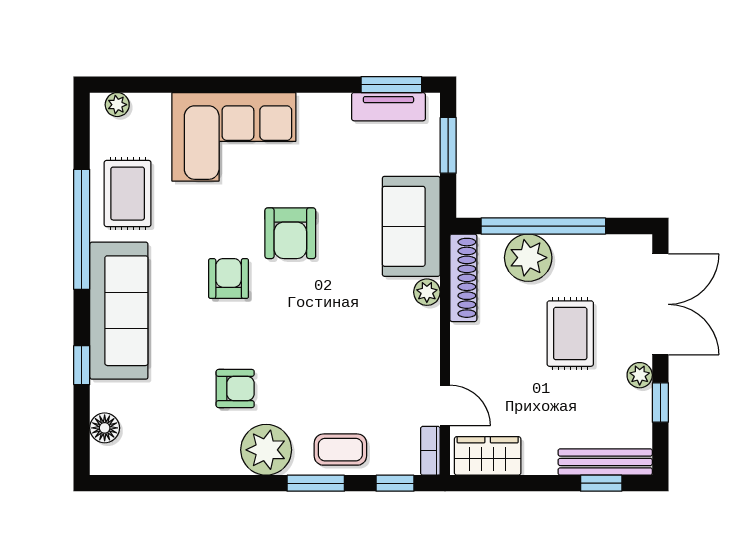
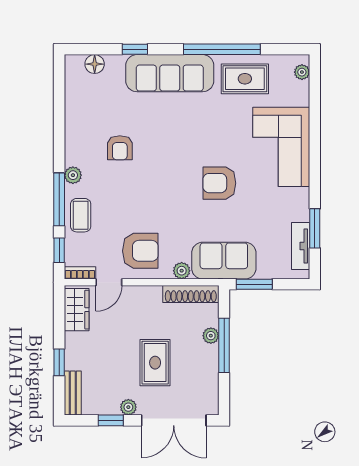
window: (391, 85) -> (315, 228), moved
window: (448, 145) -> (254, 284), moved
window: (543, 226) -> (224, 345), width x0.68
plant: (528, 258) -> (211, 336), width x0.53, depth x0.53
armchair: (229, 278) -> (140, 251), moved, width x1.38, depth x1.38
rug: (570, 334) -> (155, 363), turned 90
plant: (266, 450) -> (73, 175), width x0.53, depth x0.53
bench: (605, 462) -> (73, 393), width x0.73
window: (316, 483) -> (59, 199), width x1.44
window: (601, 483) -> (59, 362), moved

